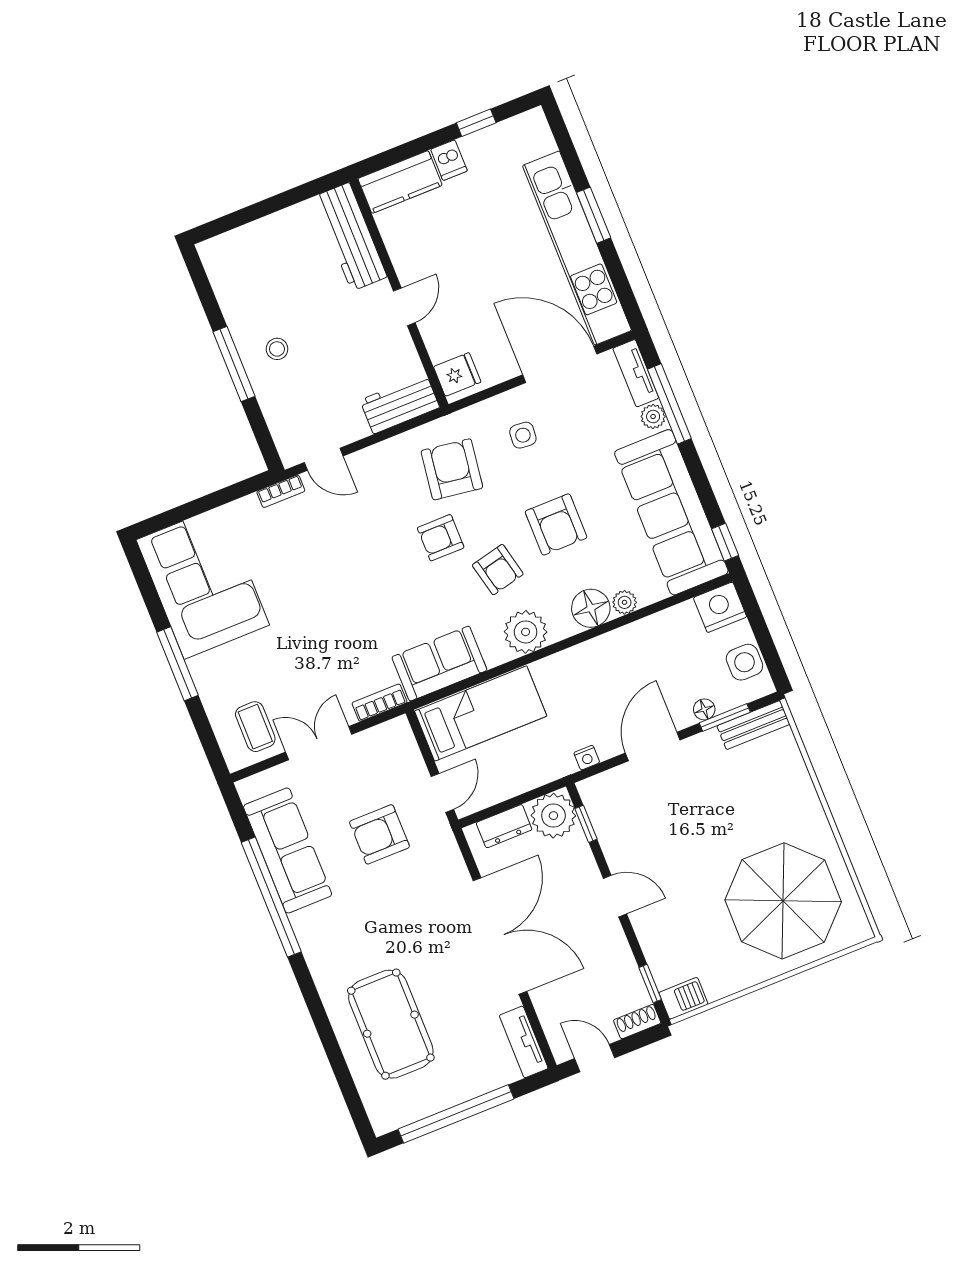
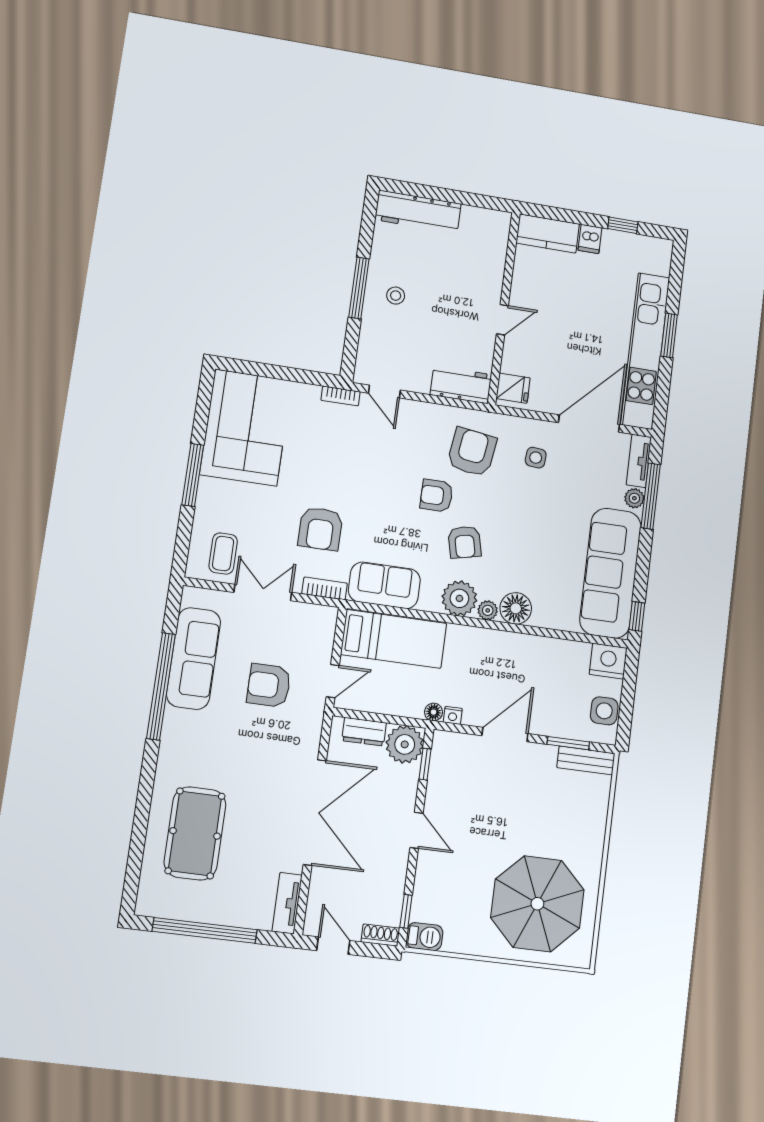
workbench: (350, 237) -> (418, 212), moved, turned -90
door: (560, 364) -> (589, 424), hinge flipped
armchair: (556, 524) -> (320, 529), moved
plant: (625, 602) -> (488, 610), moved
floor lamp: (704, 709) -> (434, 712), moved

